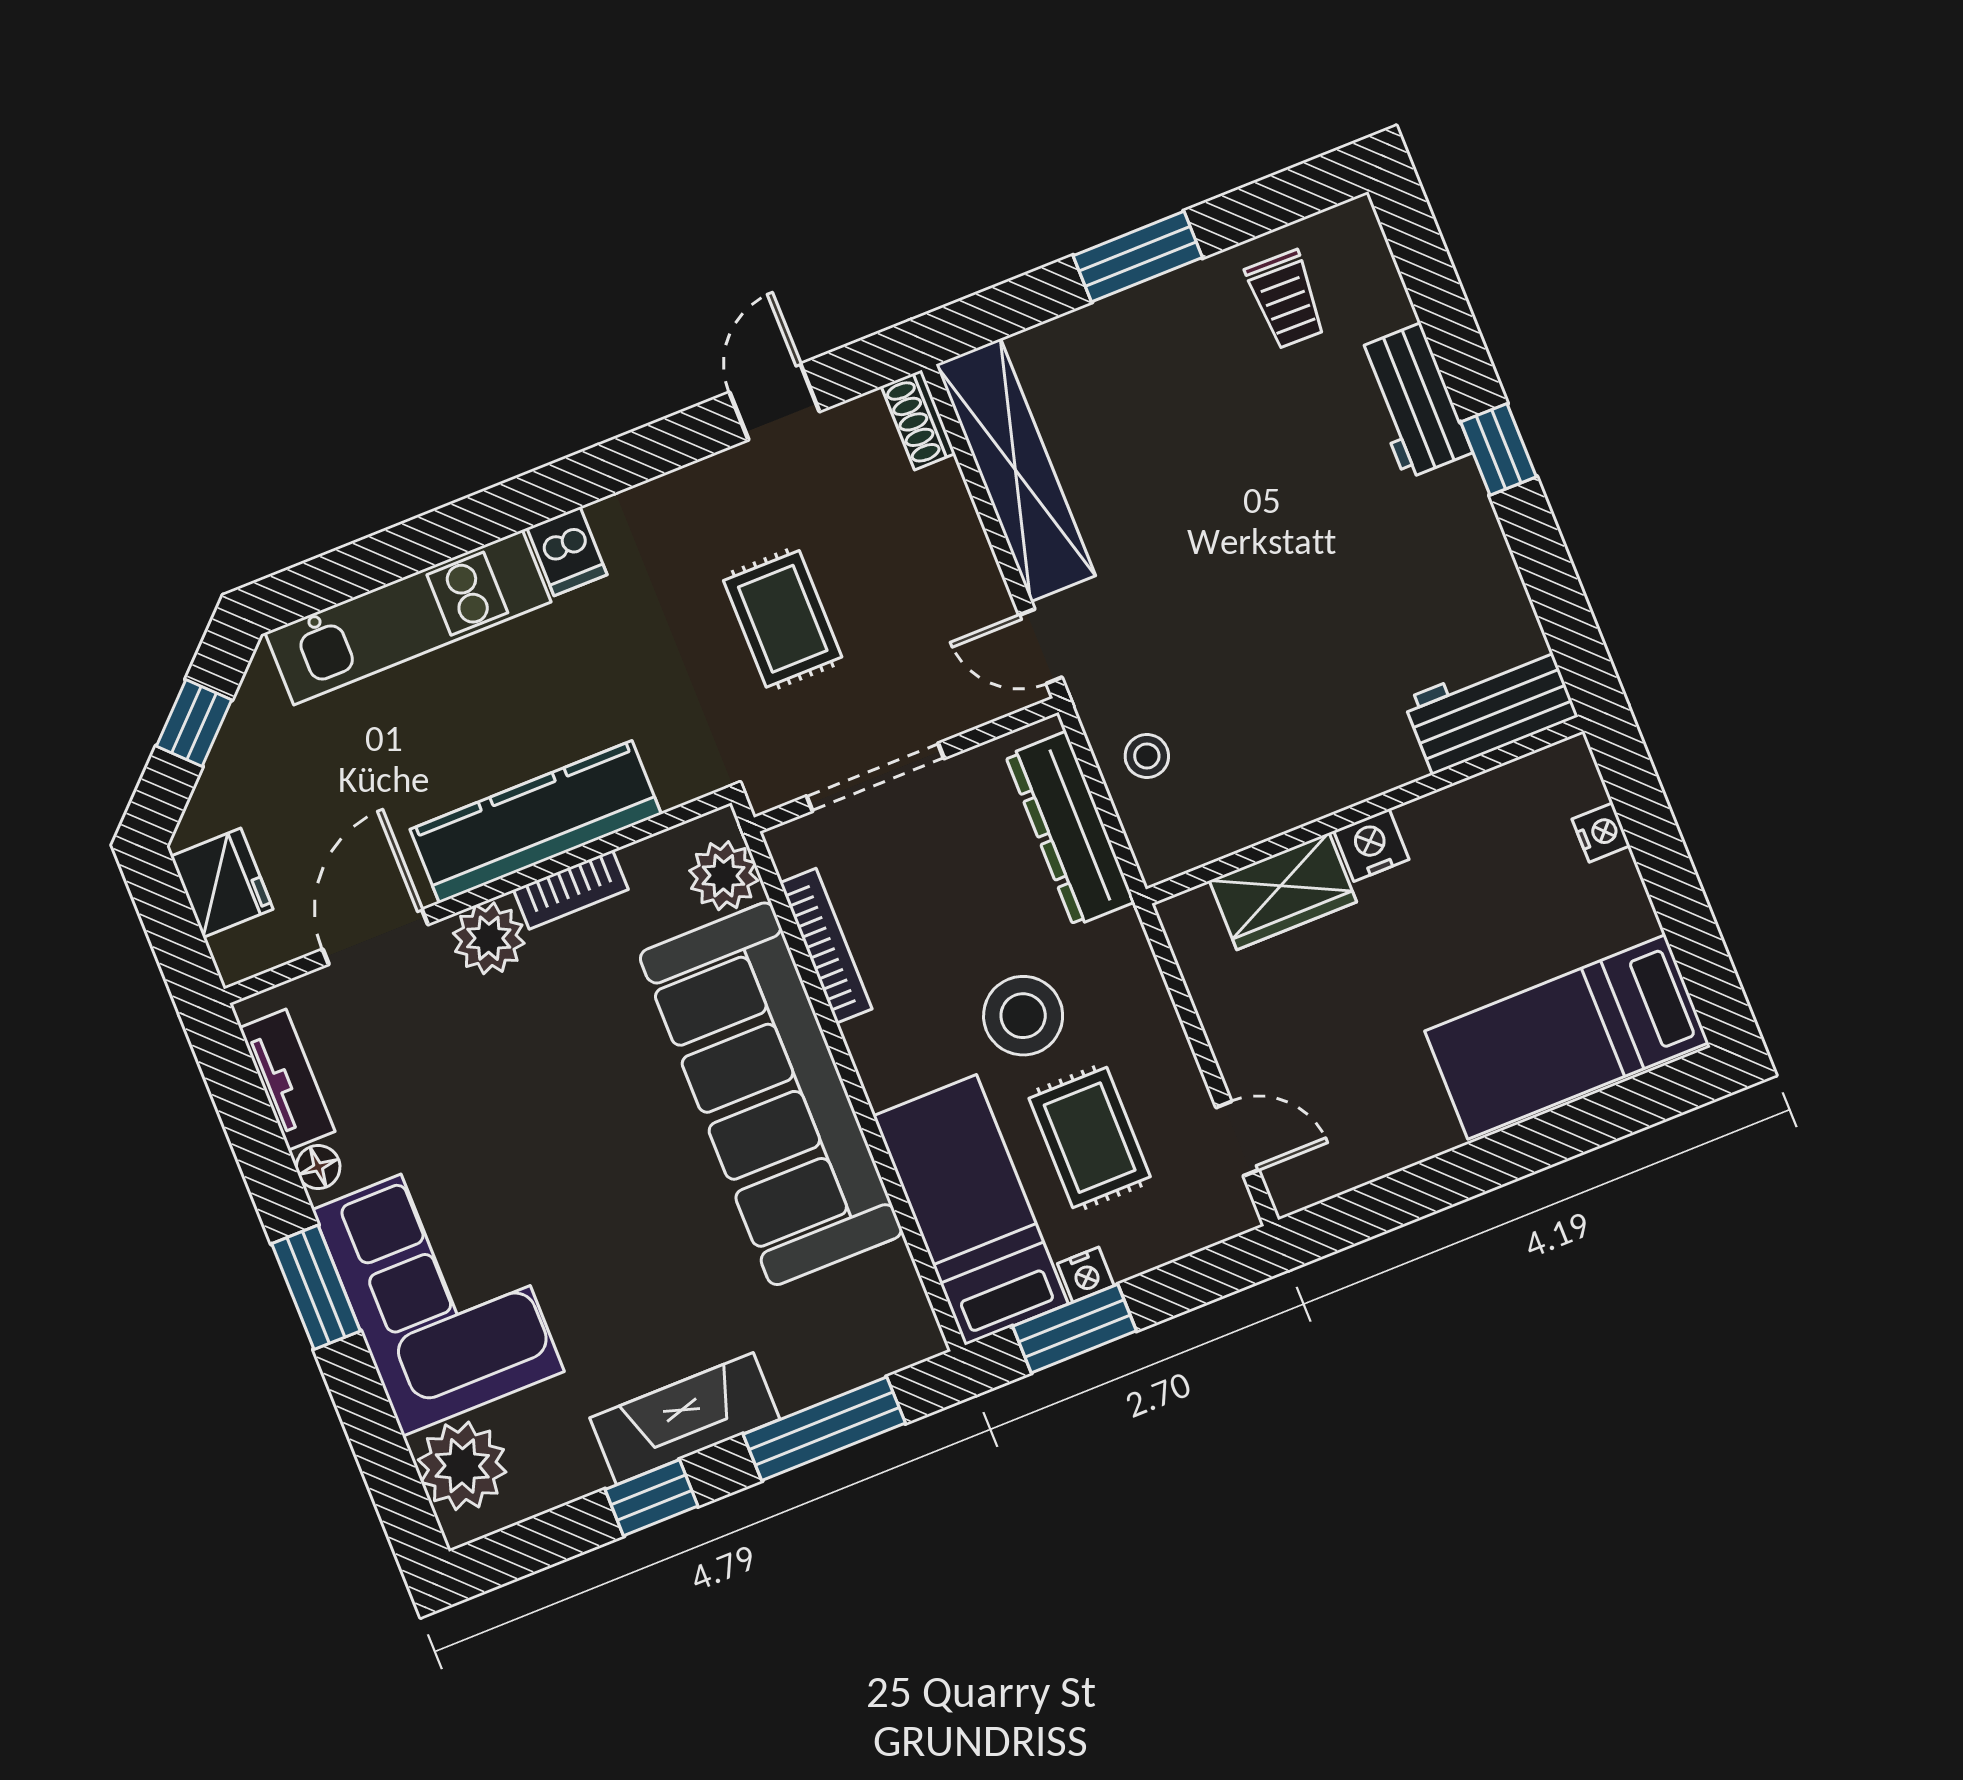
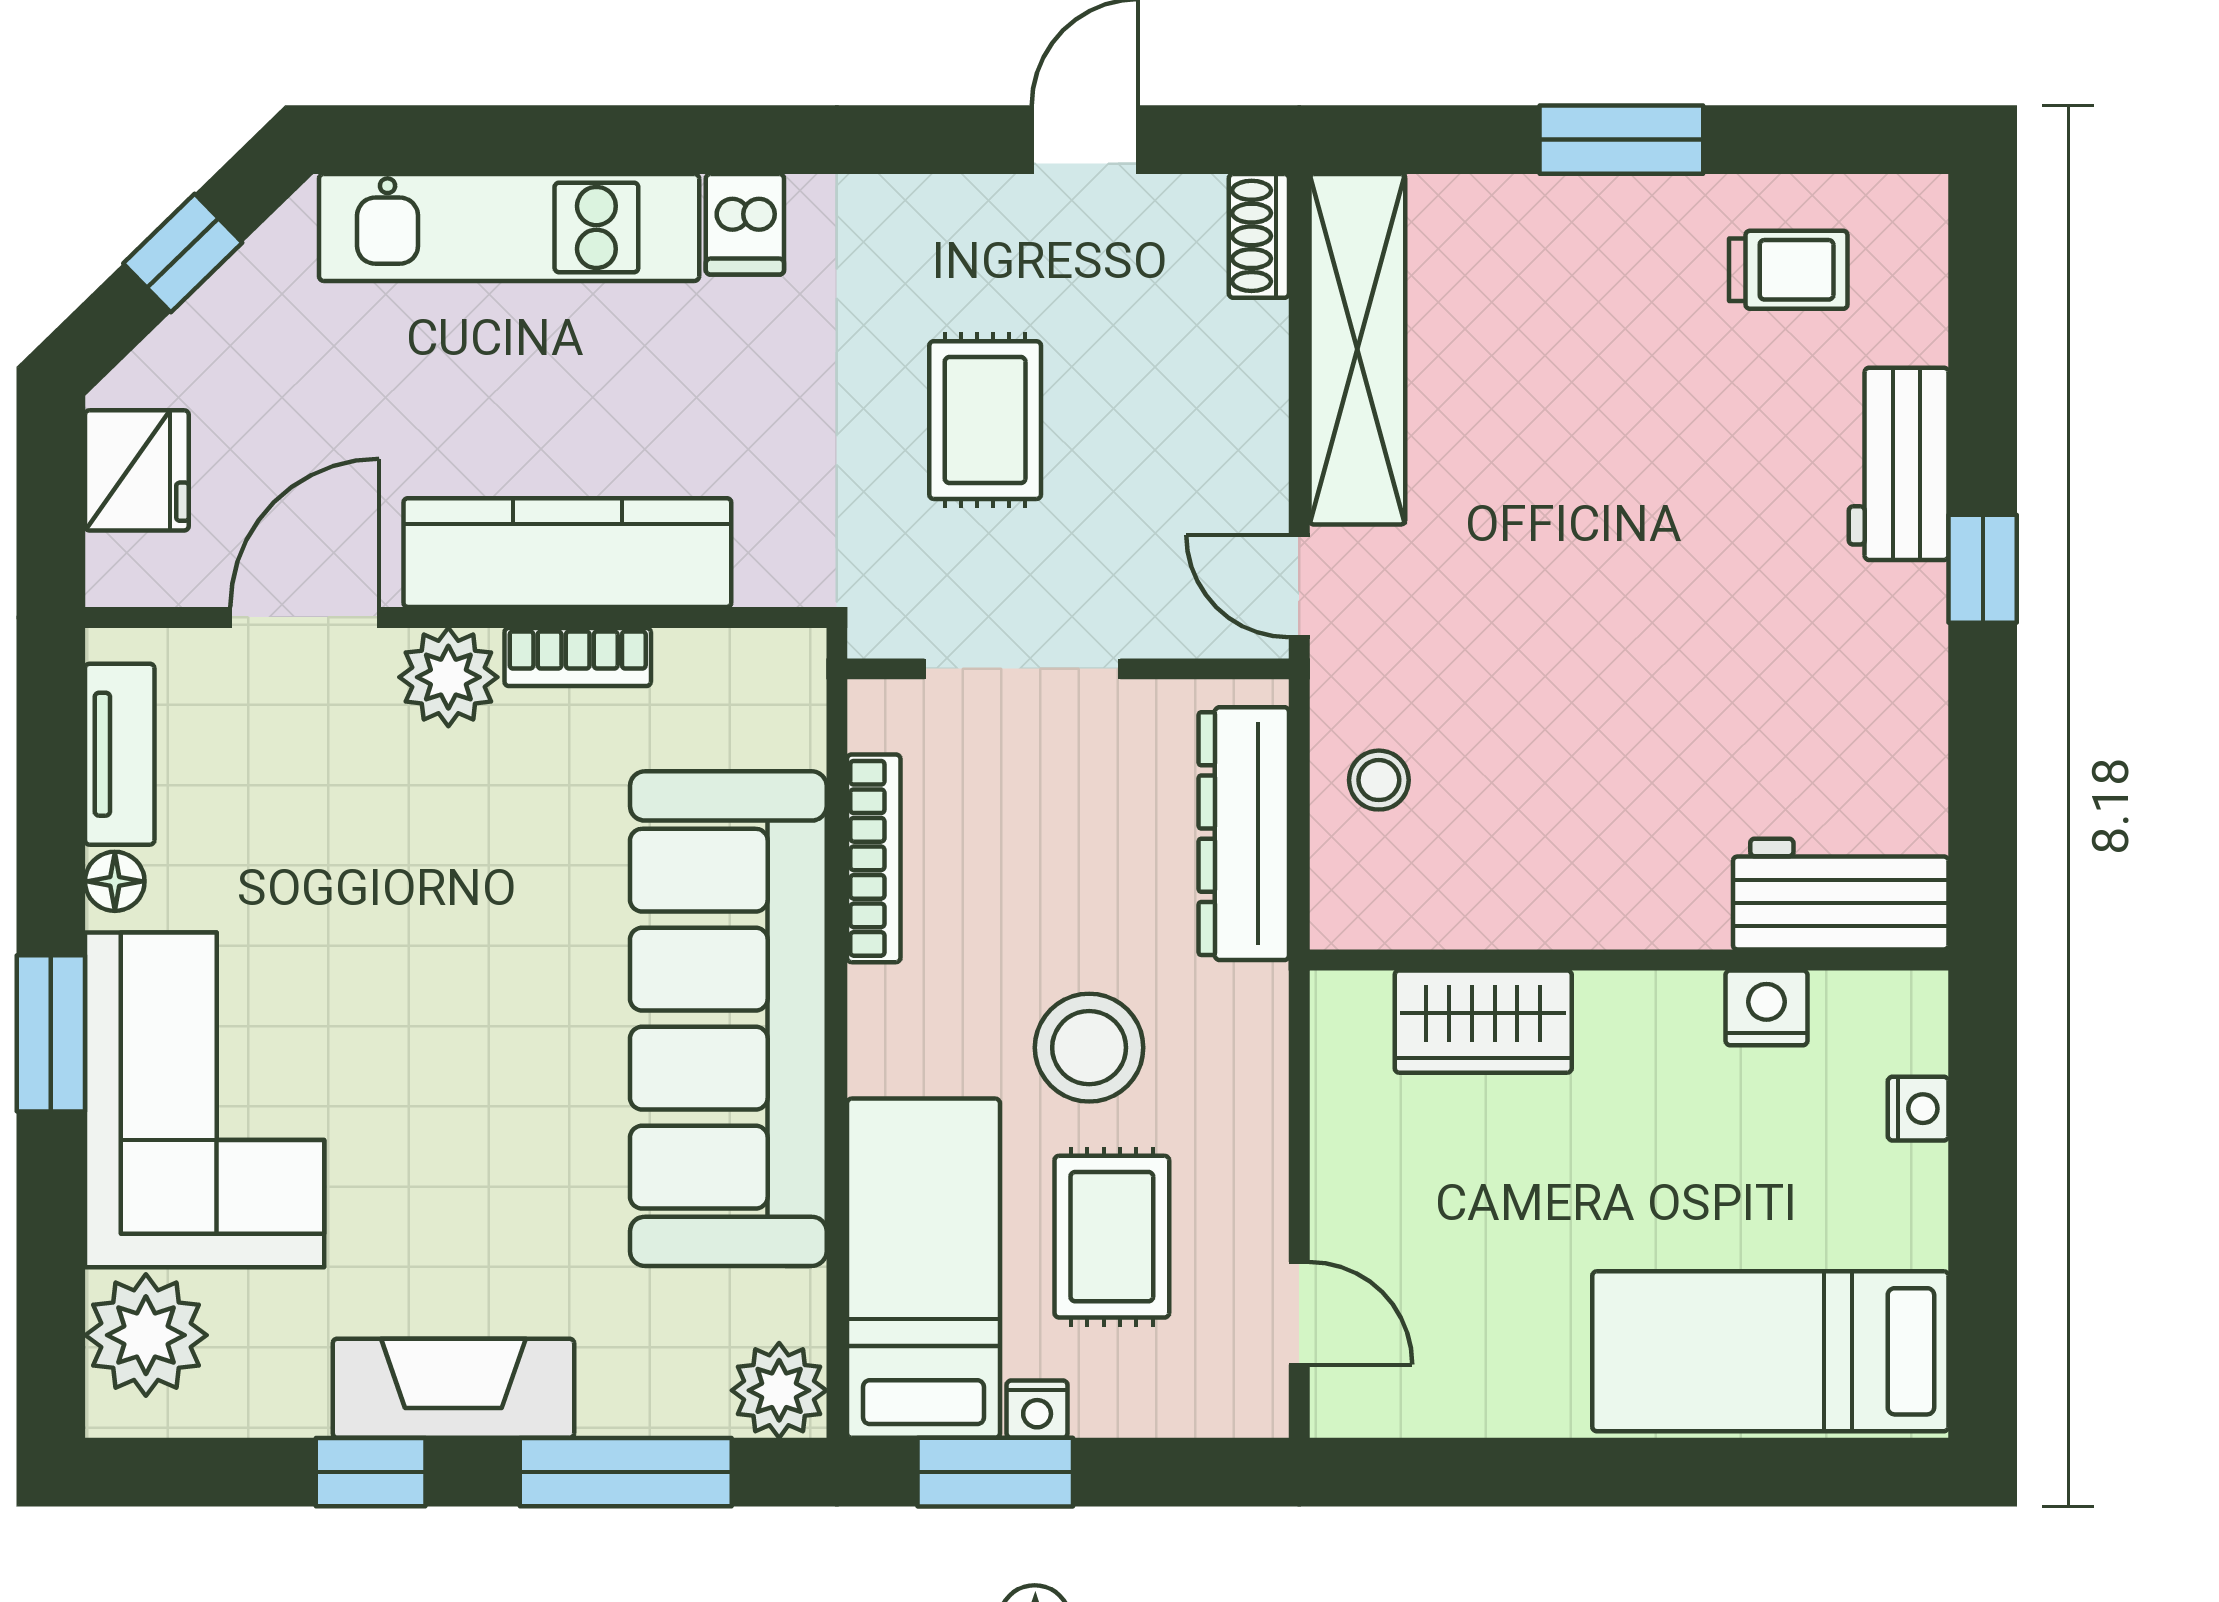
trolley: (1286, 300) -> (1788, 270), turned -91
nightstand: (1371, 845) -> (1766, 1008), moved
plant: (724, 876) -> (779, 1390), moved

